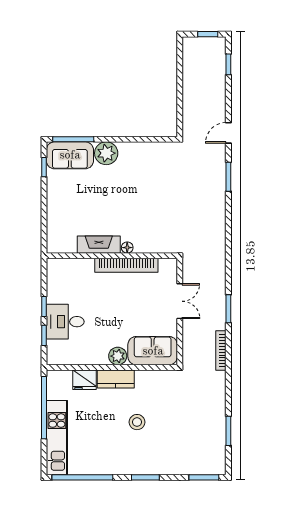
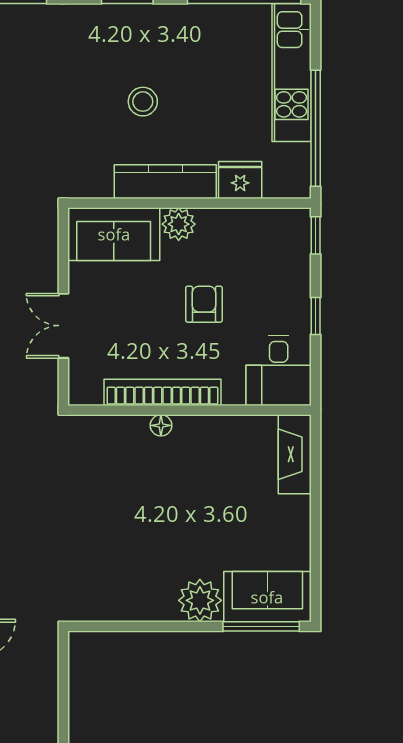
window: (44, 167) -> (316, 575), removed
fireplace: (99, 245) -> (295, 454), moved, turned 90
armchair: (104, 313) -> (204, 304), added
desk: (65, 322) -> (279, 371), moved, turned 90
window: (44, 335) -> (316, 235), moved
kitchen counter: (116, 379) -> (165, 182), width x1.50

